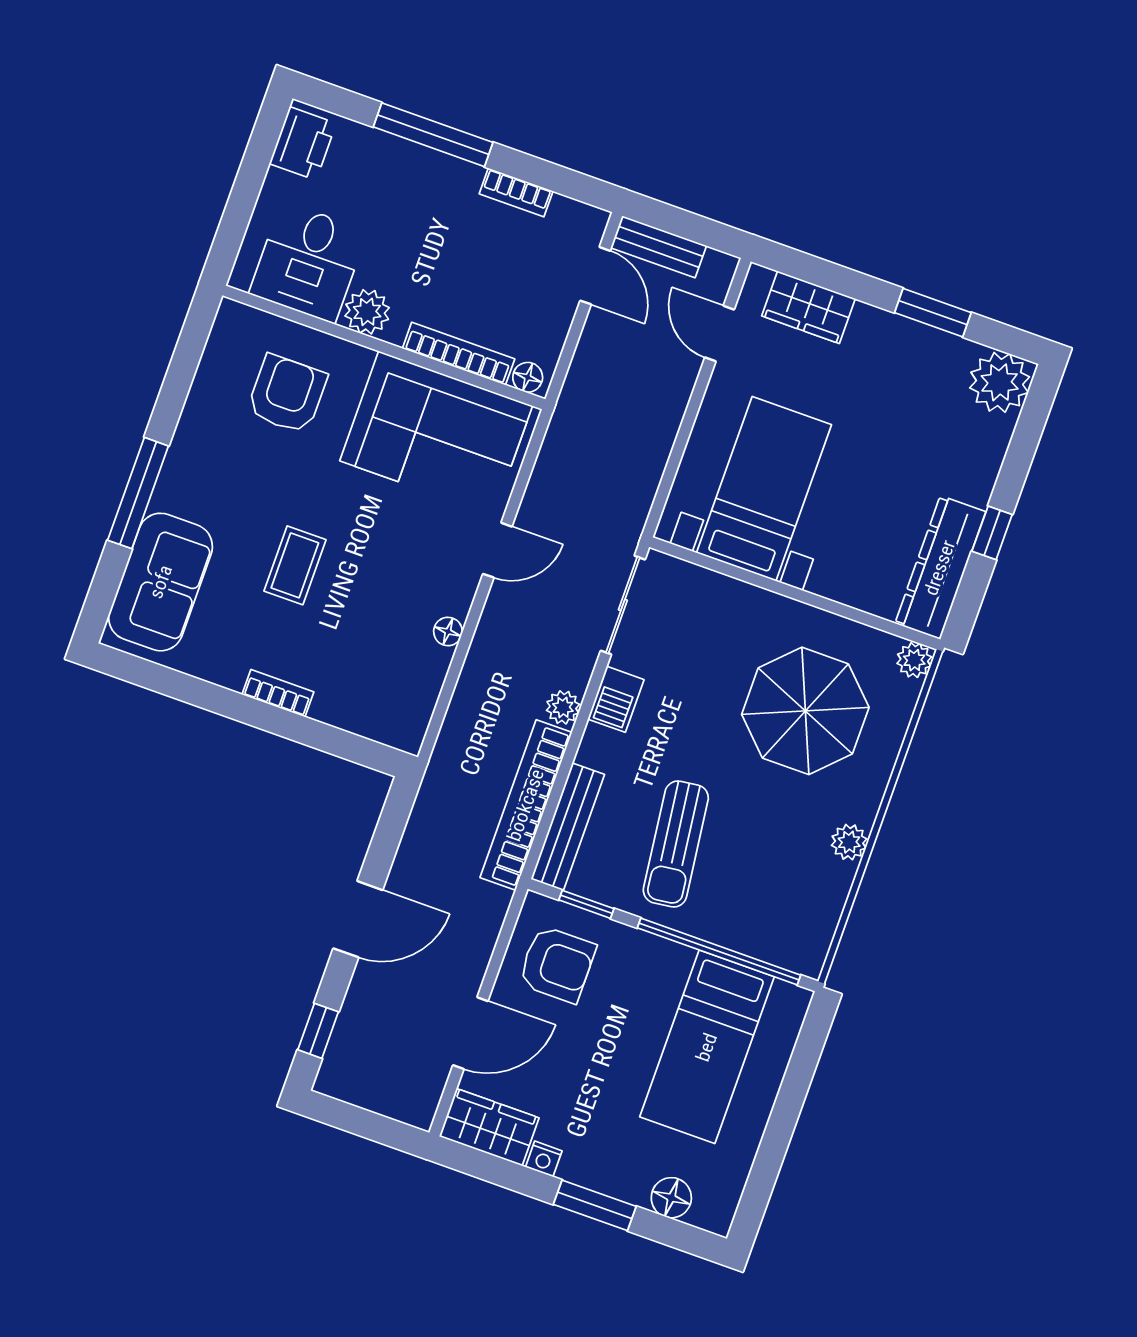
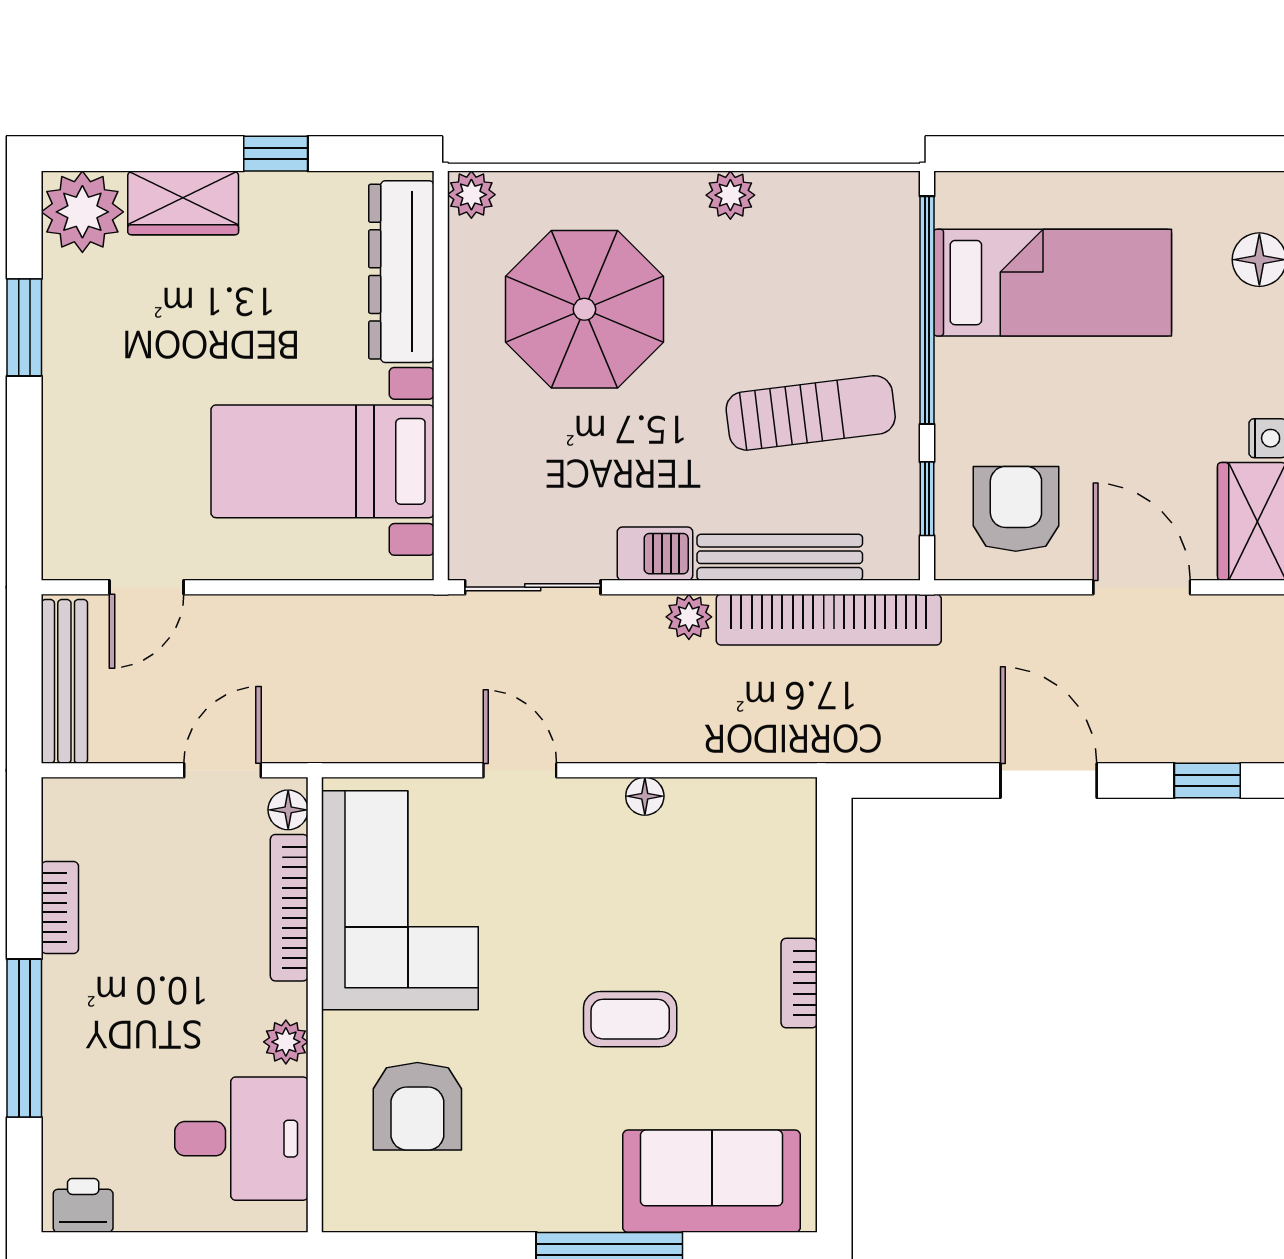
printer: (303, 143) -> (83, 1205), width x0.73, depth x0.81
bench: (659, 247) -> (64, 681), width x1.36
door: (595, 276) -> (222, 770), moved
wardrobe: (808, 307) -> (183, 203), moved, turned 90
plant: (367, 312) -> (286, 1042), width x0.73, depth x0.73
armchair: (287, 394) -> (417, 1106), turned -90
dresser: (940, 568) -> (401, 272), moved, turned 90
bench: (568, 827) -> (780, 557), moved

